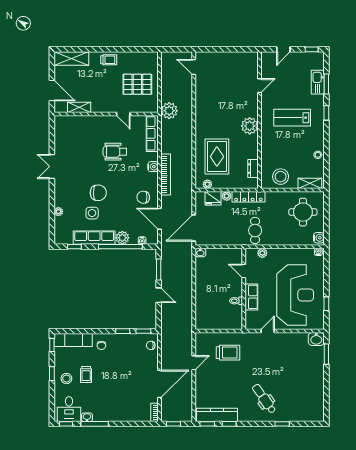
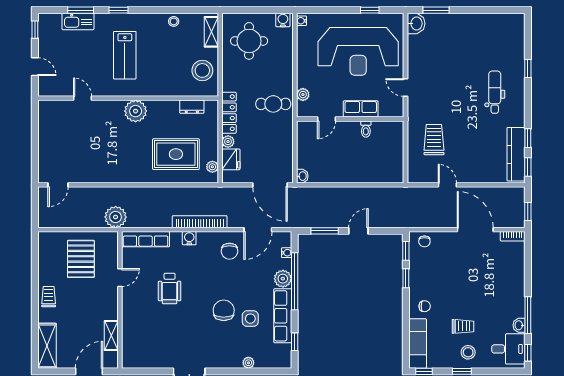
reception desk: (295, 295) -> (358, 51), turned 180
dental chair: (264, 399) -> (495, 92), turned 125

